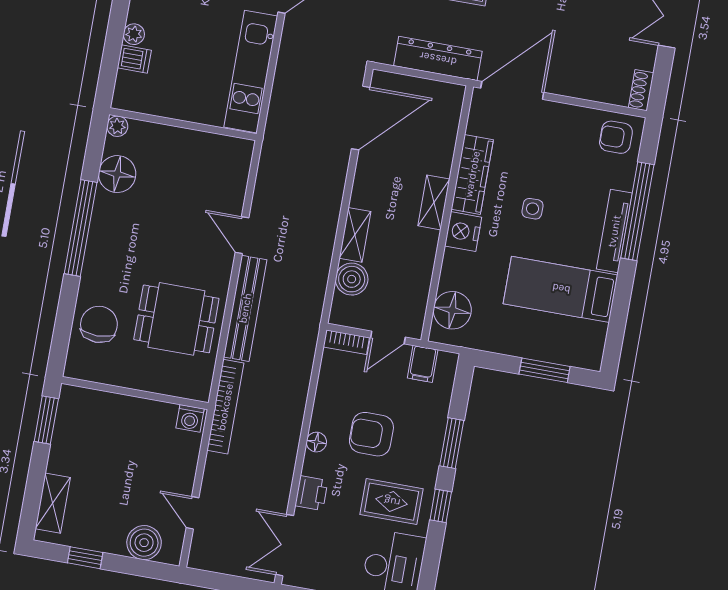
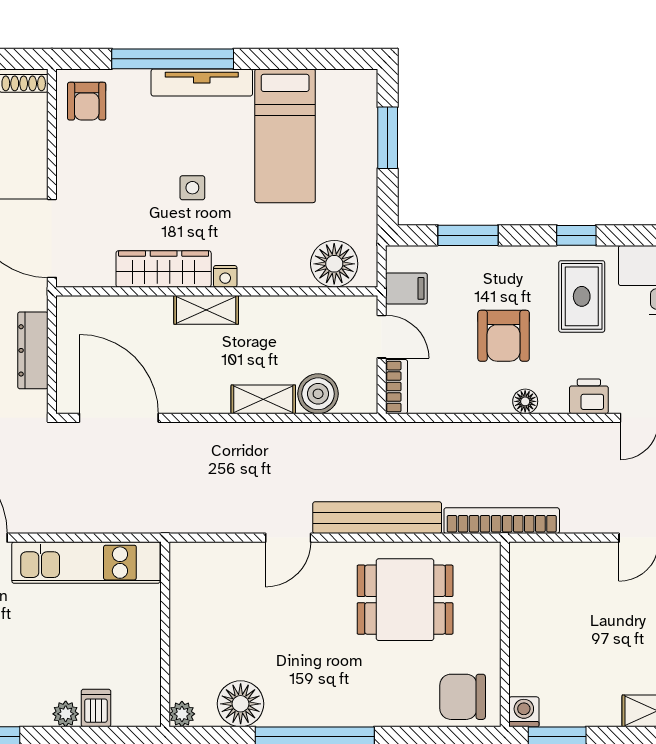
dresser: (438, 59) -> (33, 350), width x0.73, depth x0.80
nightstand: (463, 232) -> (225, 276), width x0.53, depth x0.56
dining table: (176, 319) -> (405, 600), turned 90
chair: (99, 324) -> (463, 697), moved
washing machine: (190, 418) -> (524, 712), moved, turned -90
window: (452, 443) -> (468, 235), moved

